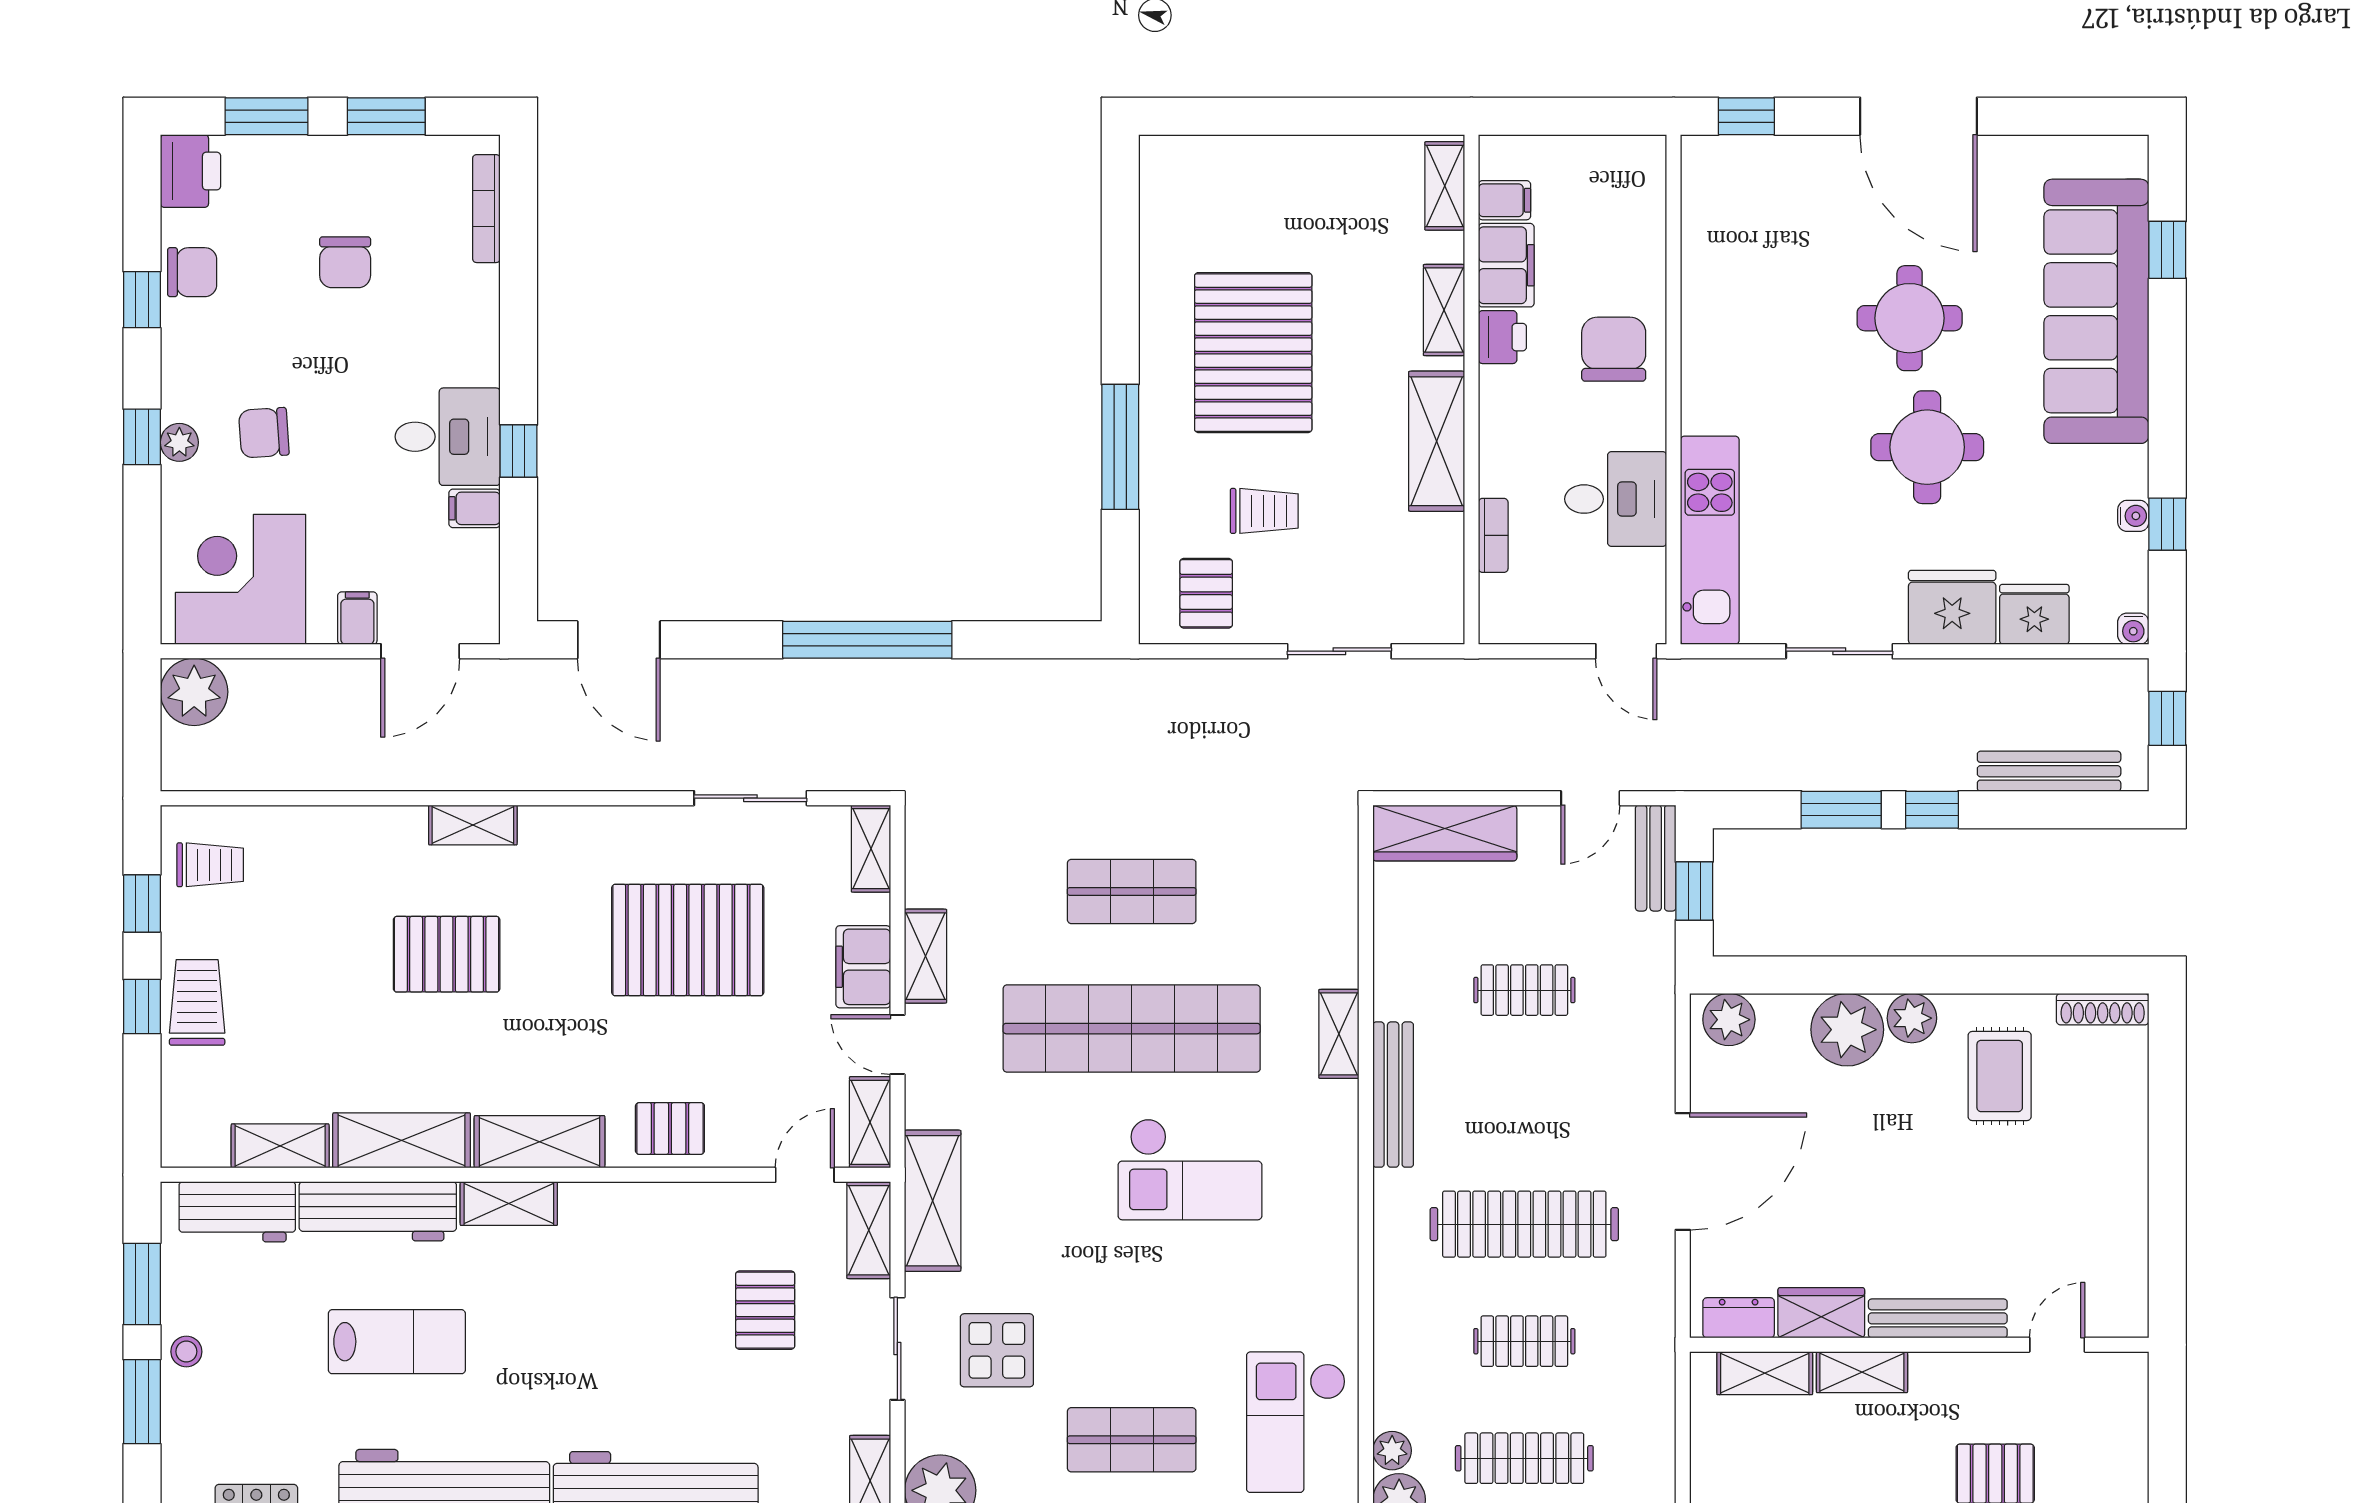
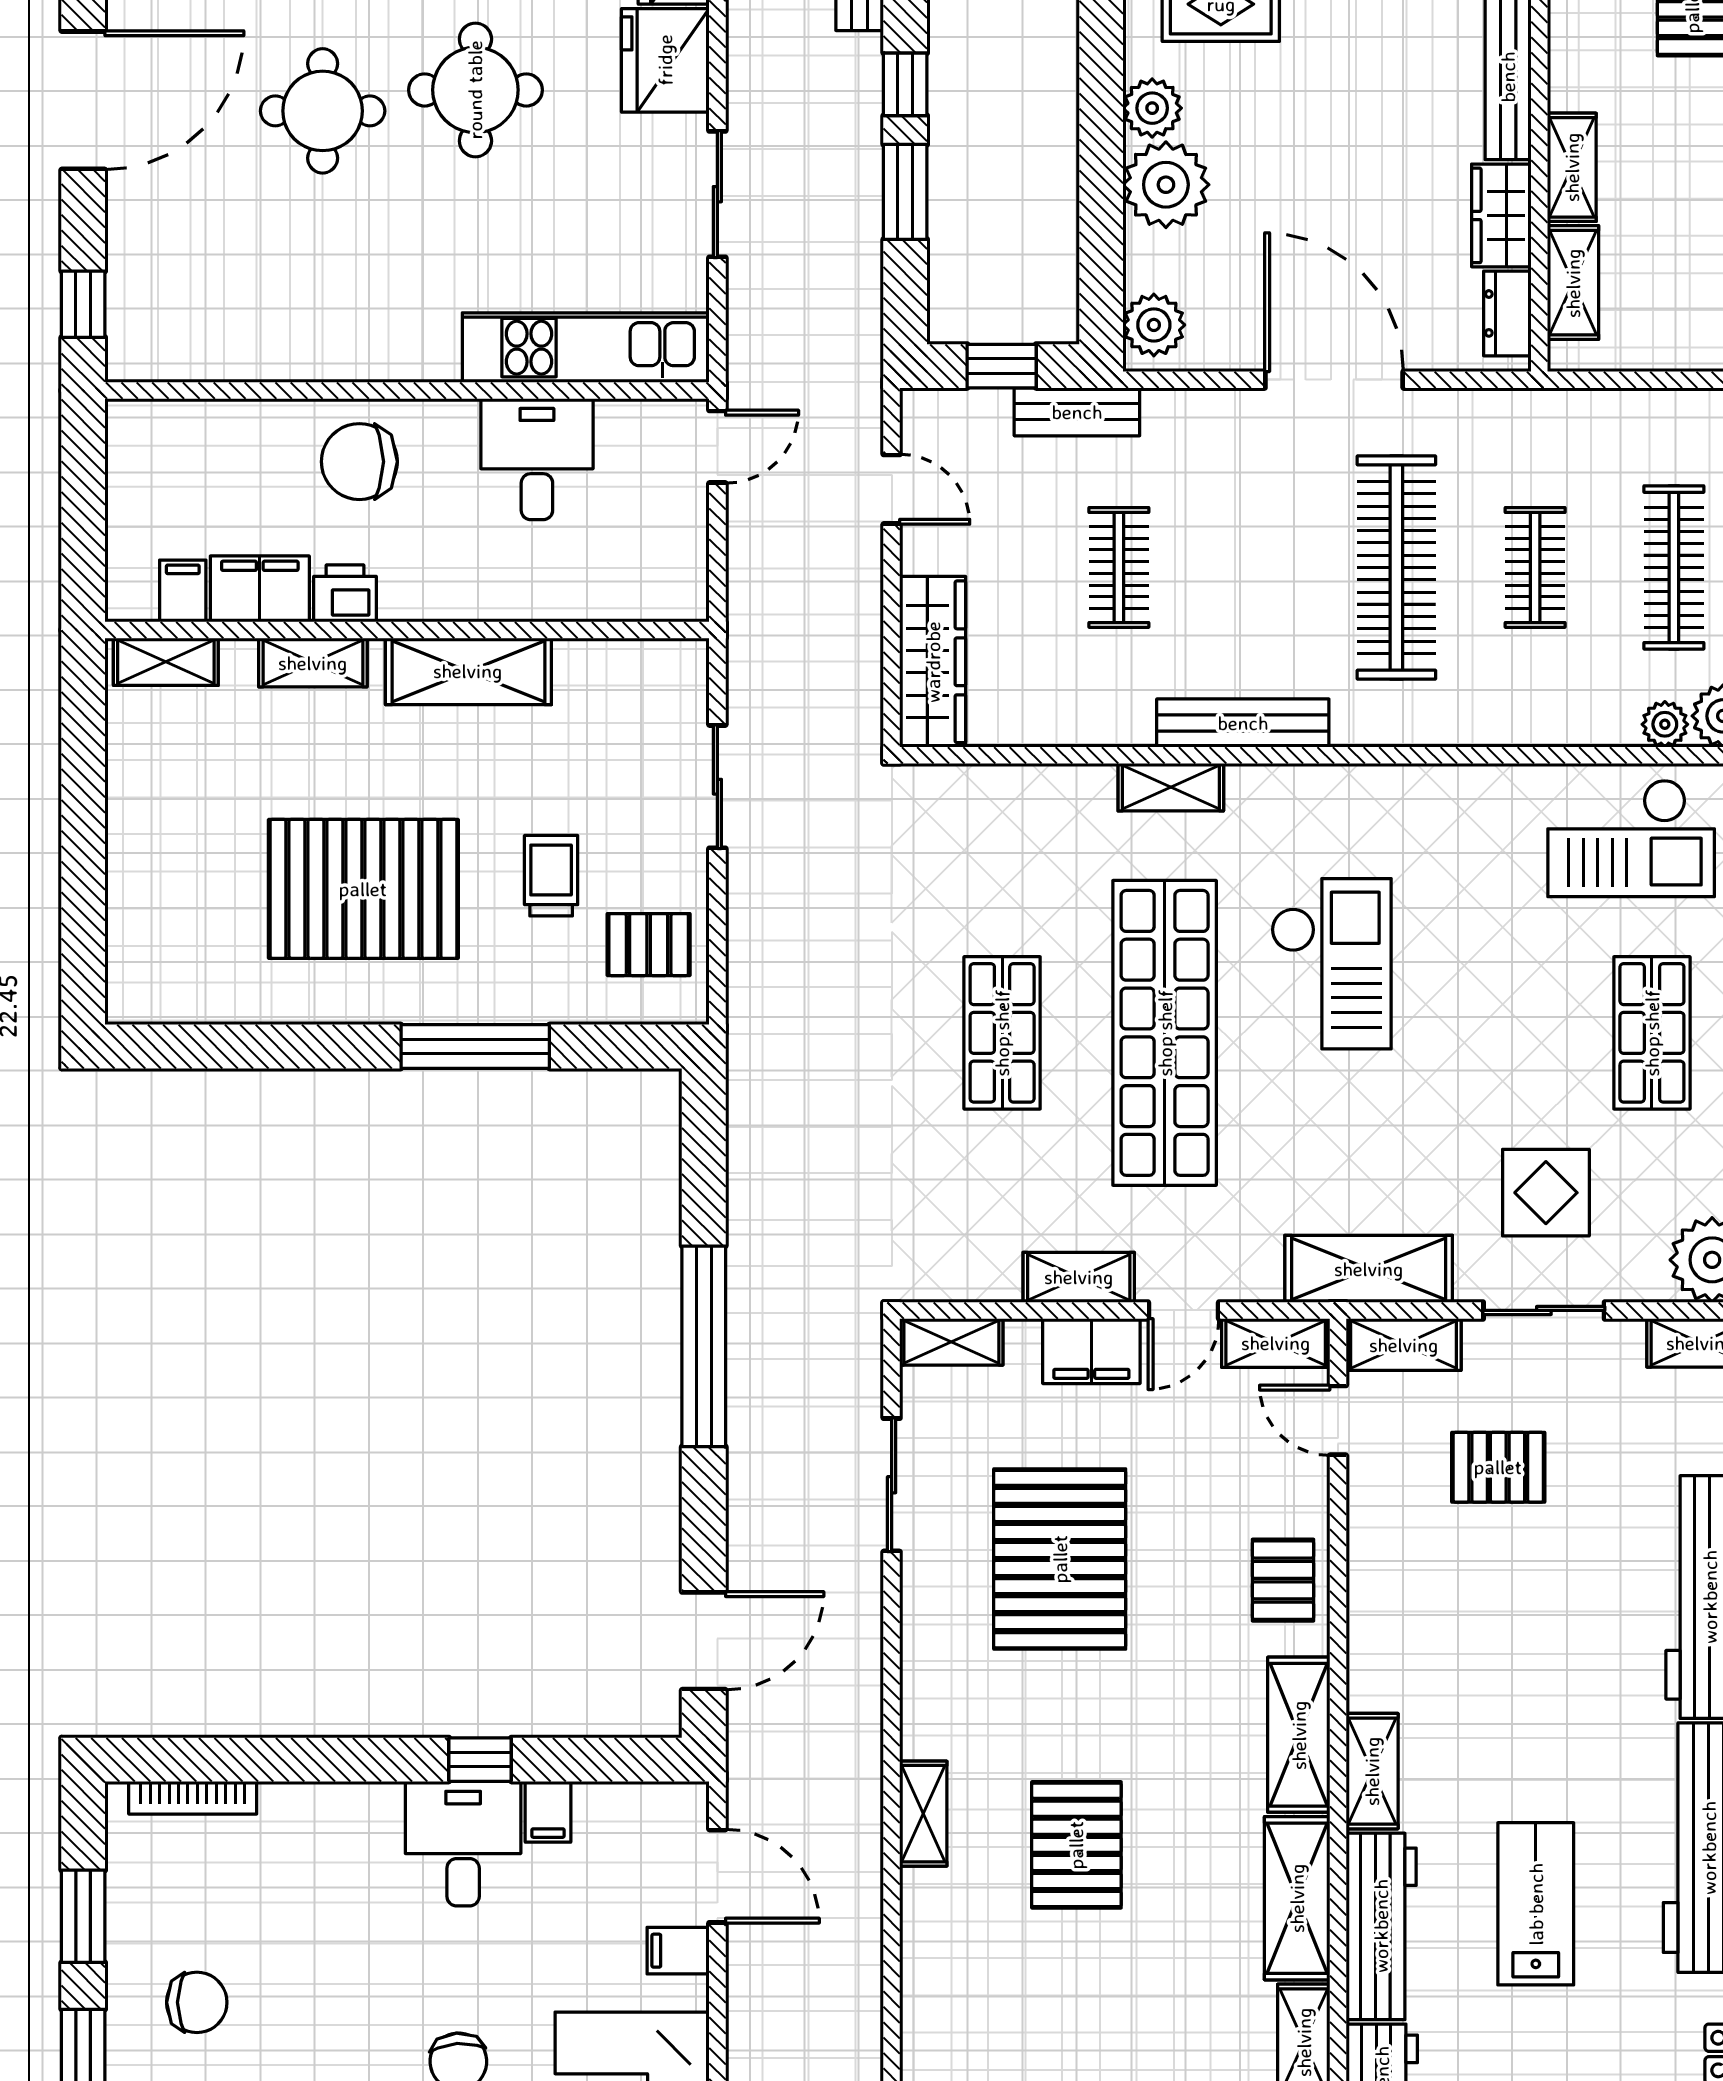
chair: (345, 262) -> (197, 2002), moved
bookcase: (1493, 535) -> (580, 604), removed
bench: (1656, 858) -> (1077, 412), moved

